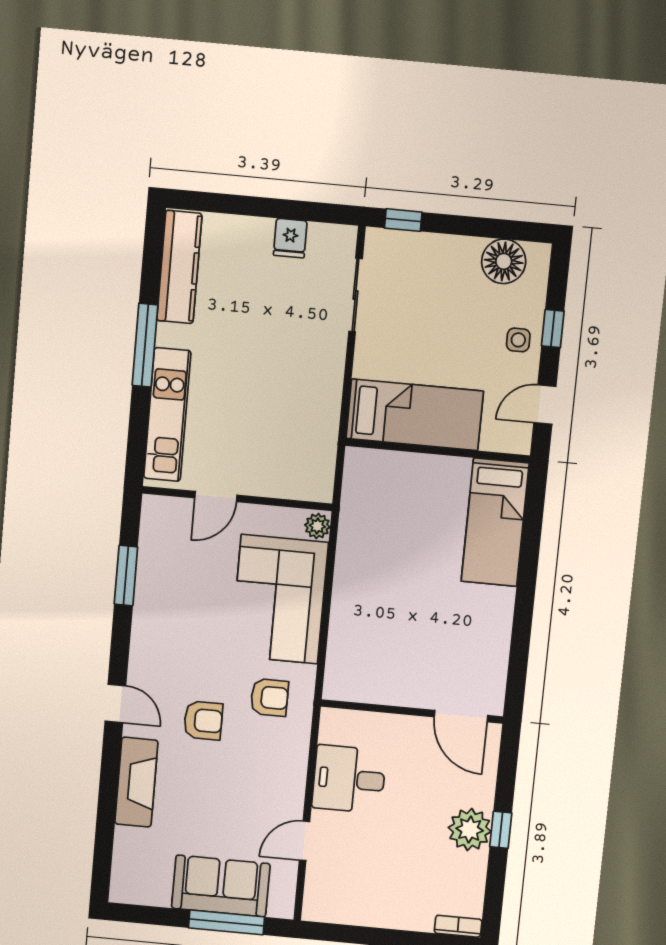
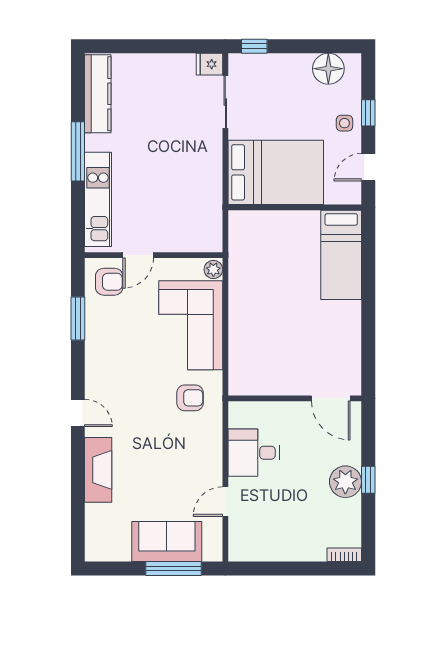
fridge: (290, 238) -> (209, 64), moved, turned 90
bed: (415, 415) -> (276, 172), width x1.50
armchair: (203, 720) -> (109, 282), moved

